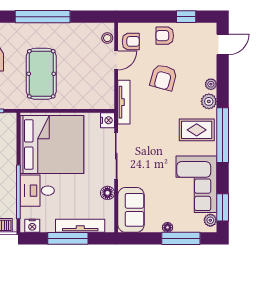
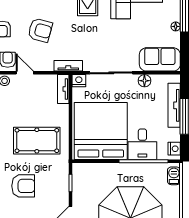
tv unit: (124, 102) -> (68, 66), width x0.71
tv unit: (98, 103) -> (63, 89), added

